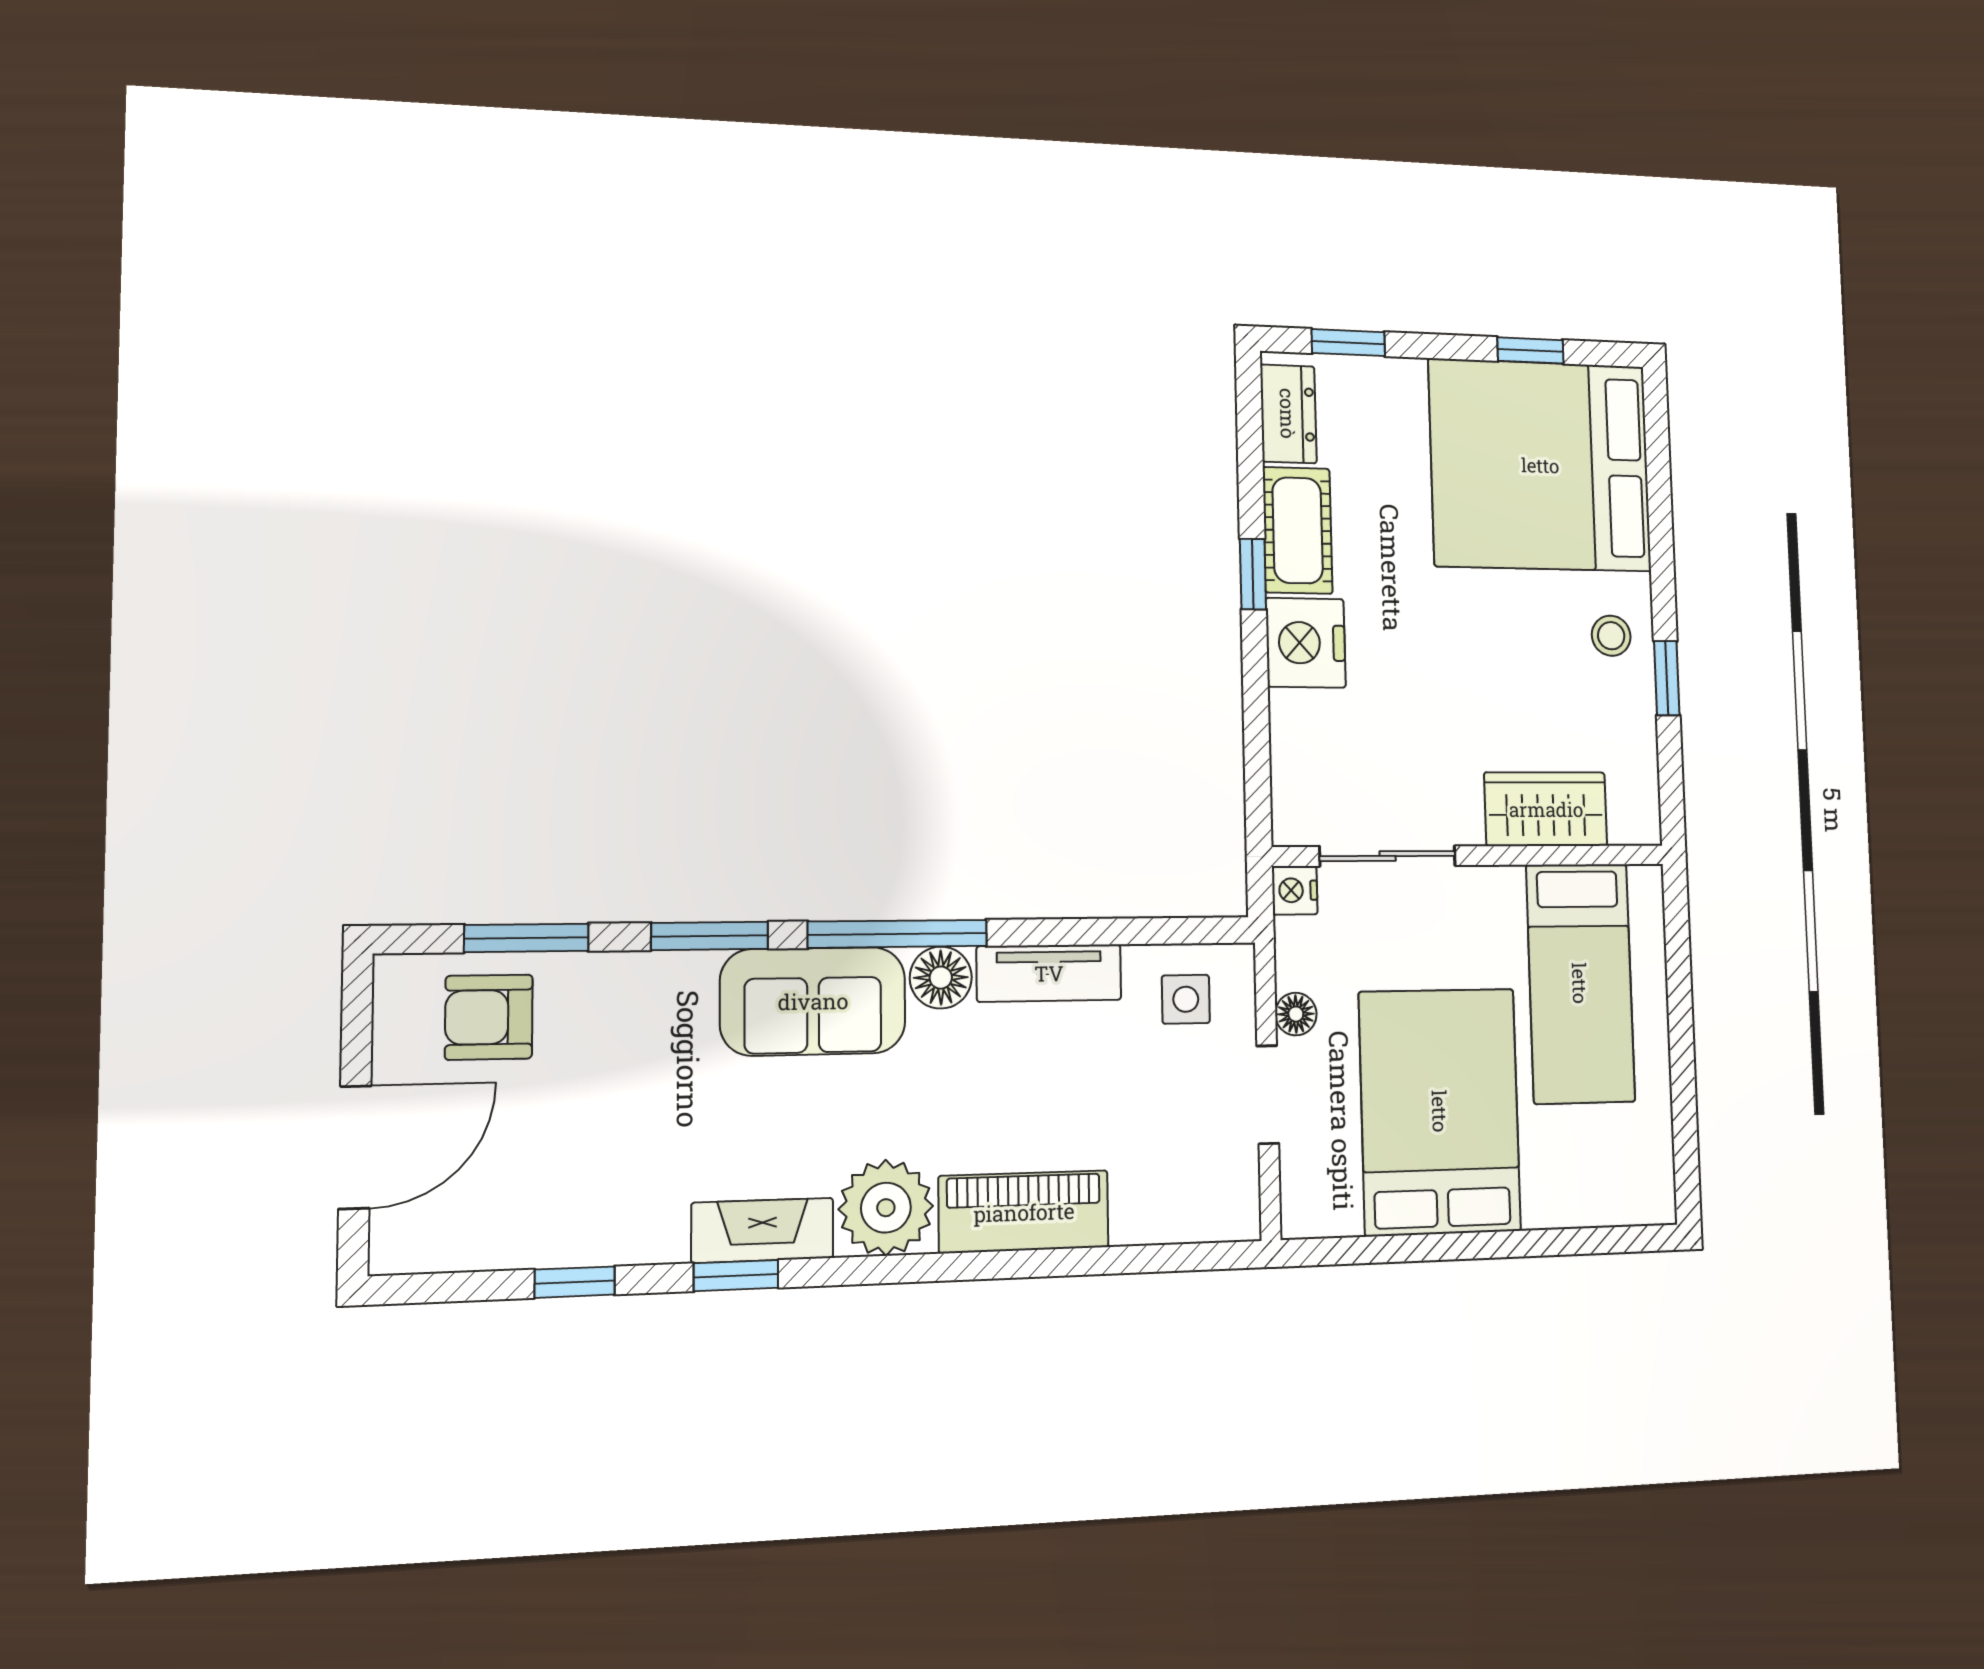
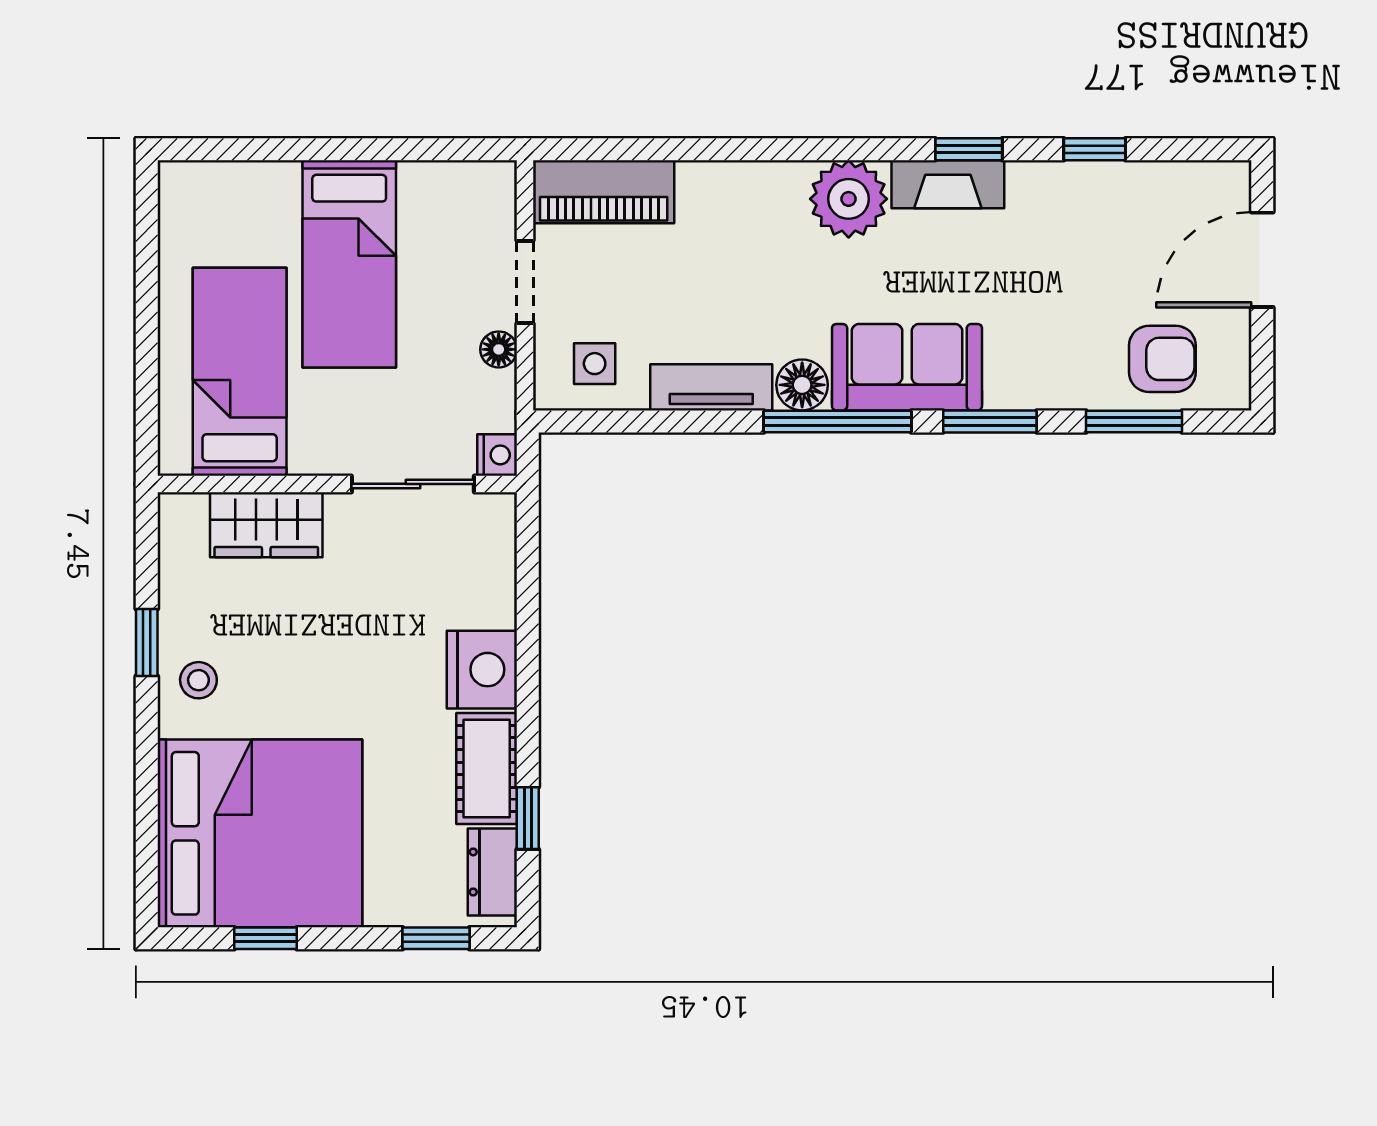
window: (1253, 574) -> (528, 818), moved
bed: (1440, 1111) -> (349, 264), width x0.67
piano: (1024, 1212) -> (604, 192), moved

